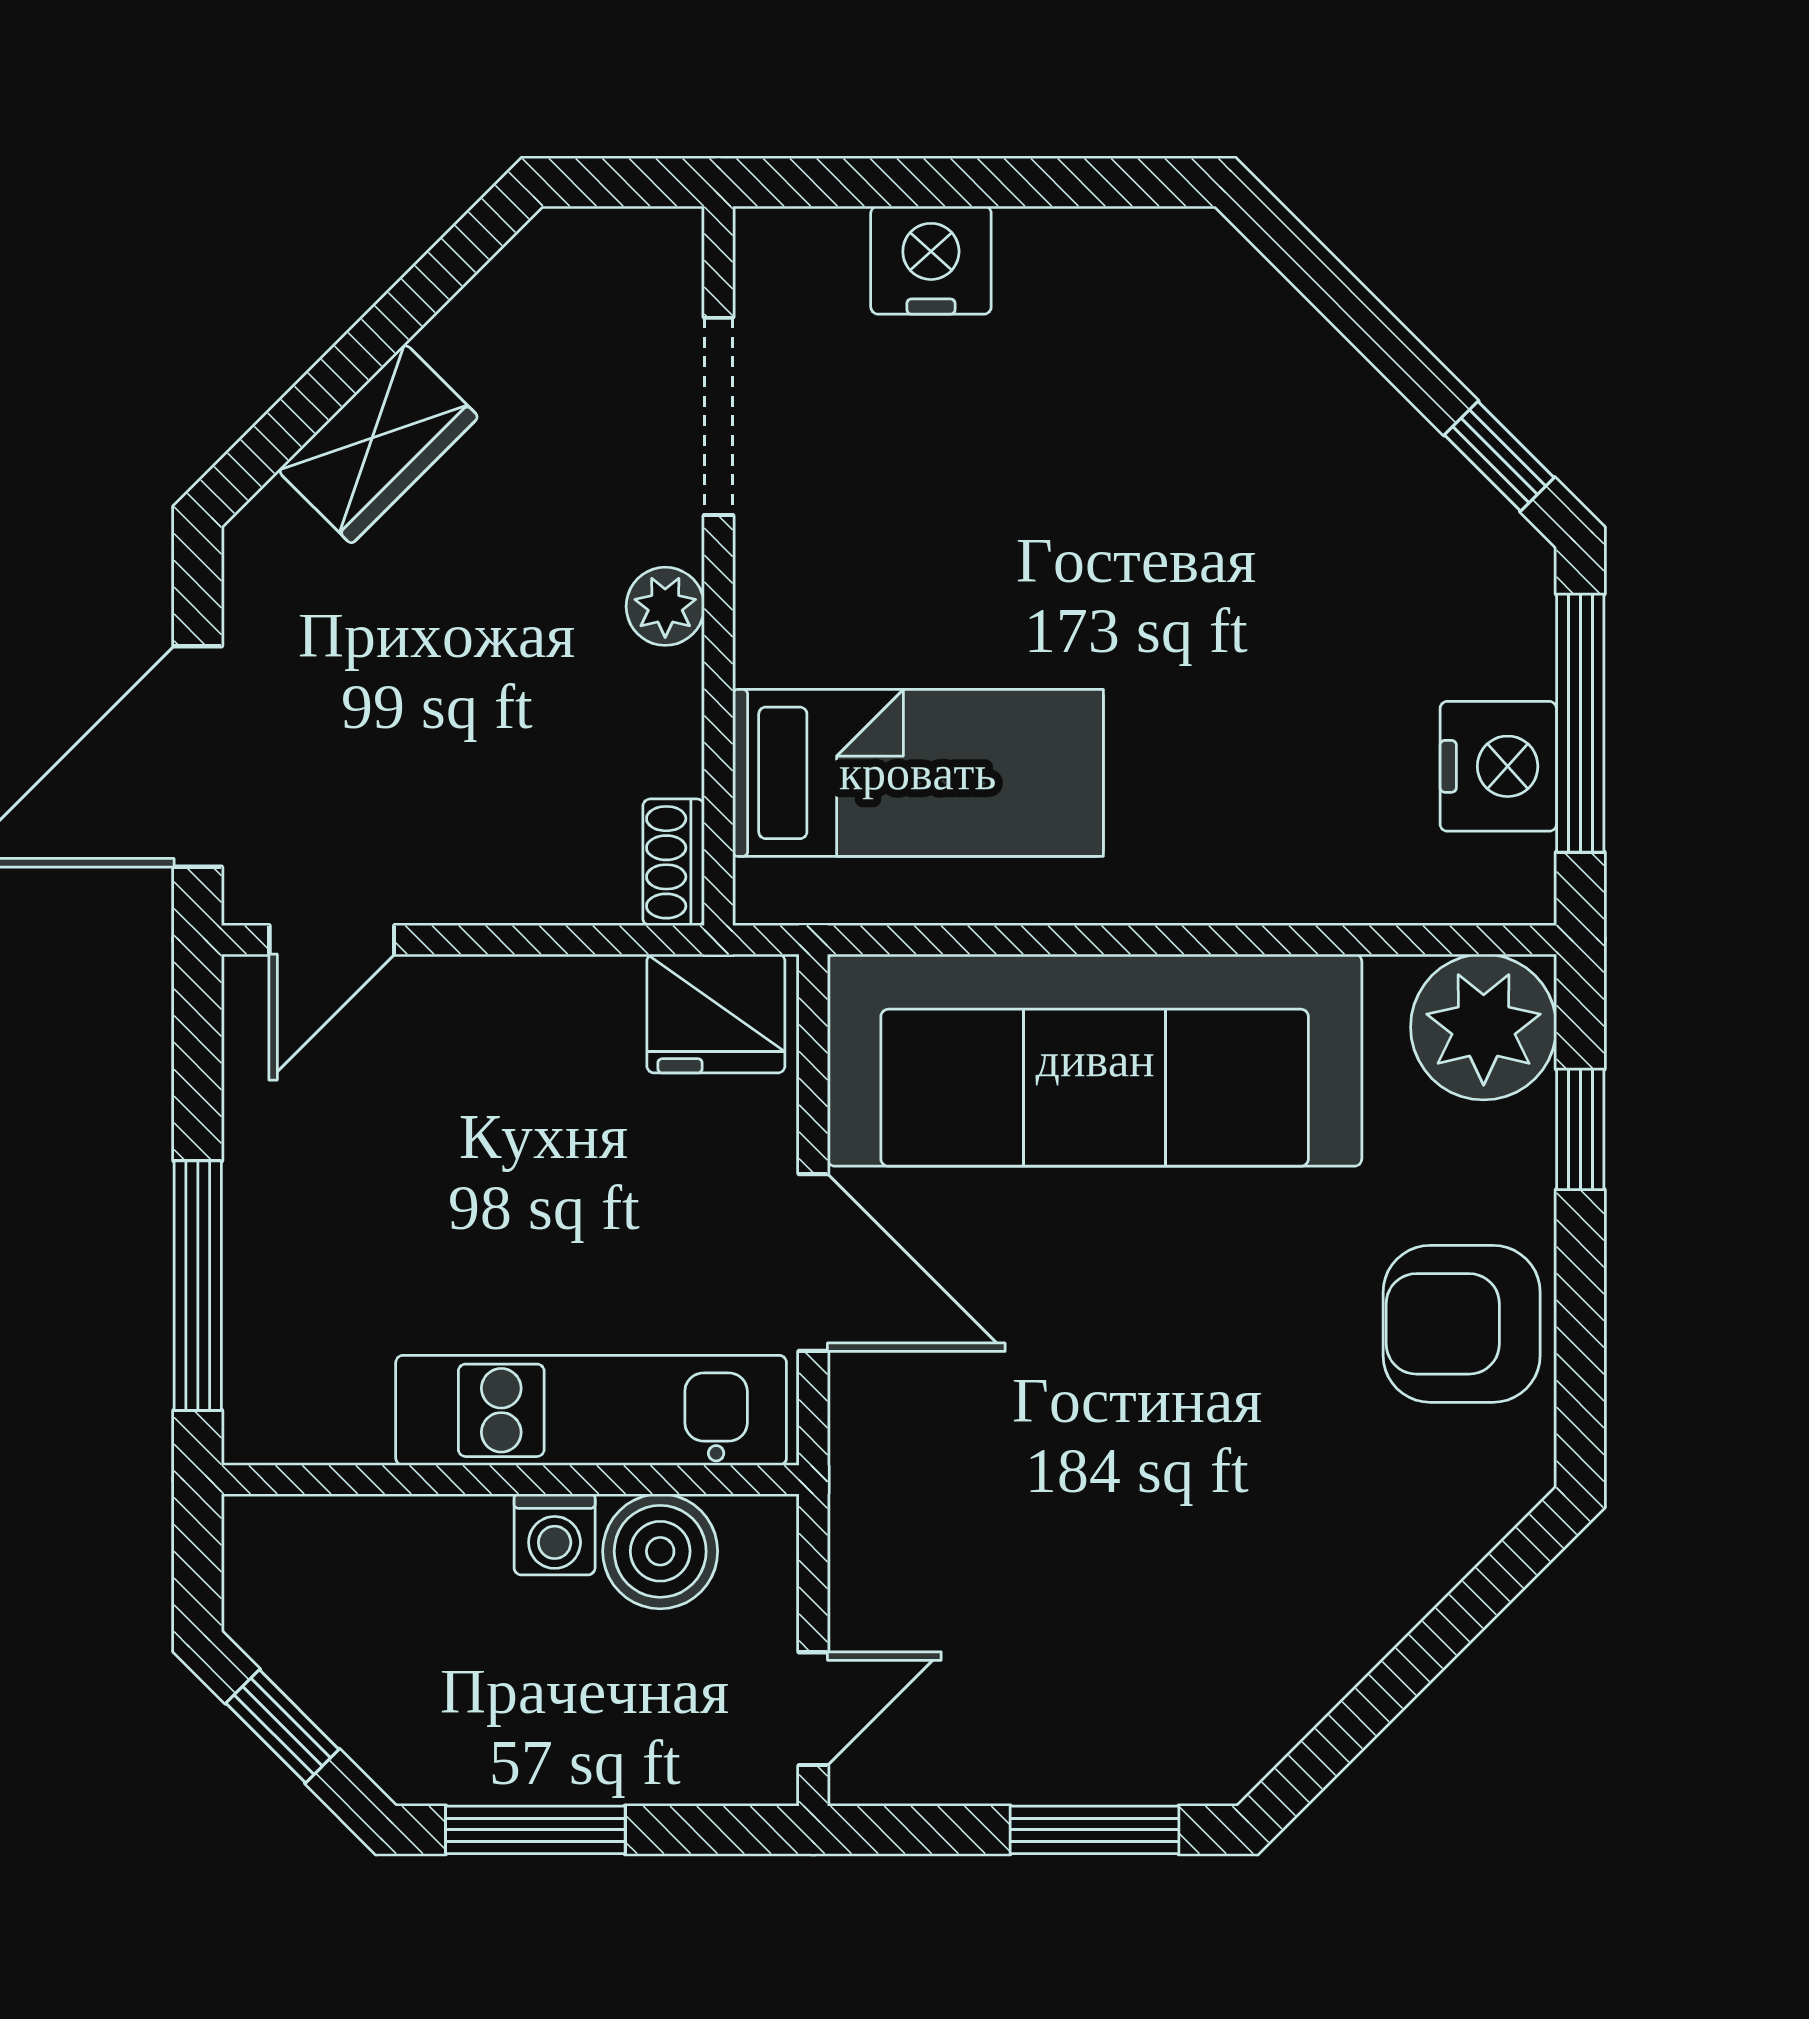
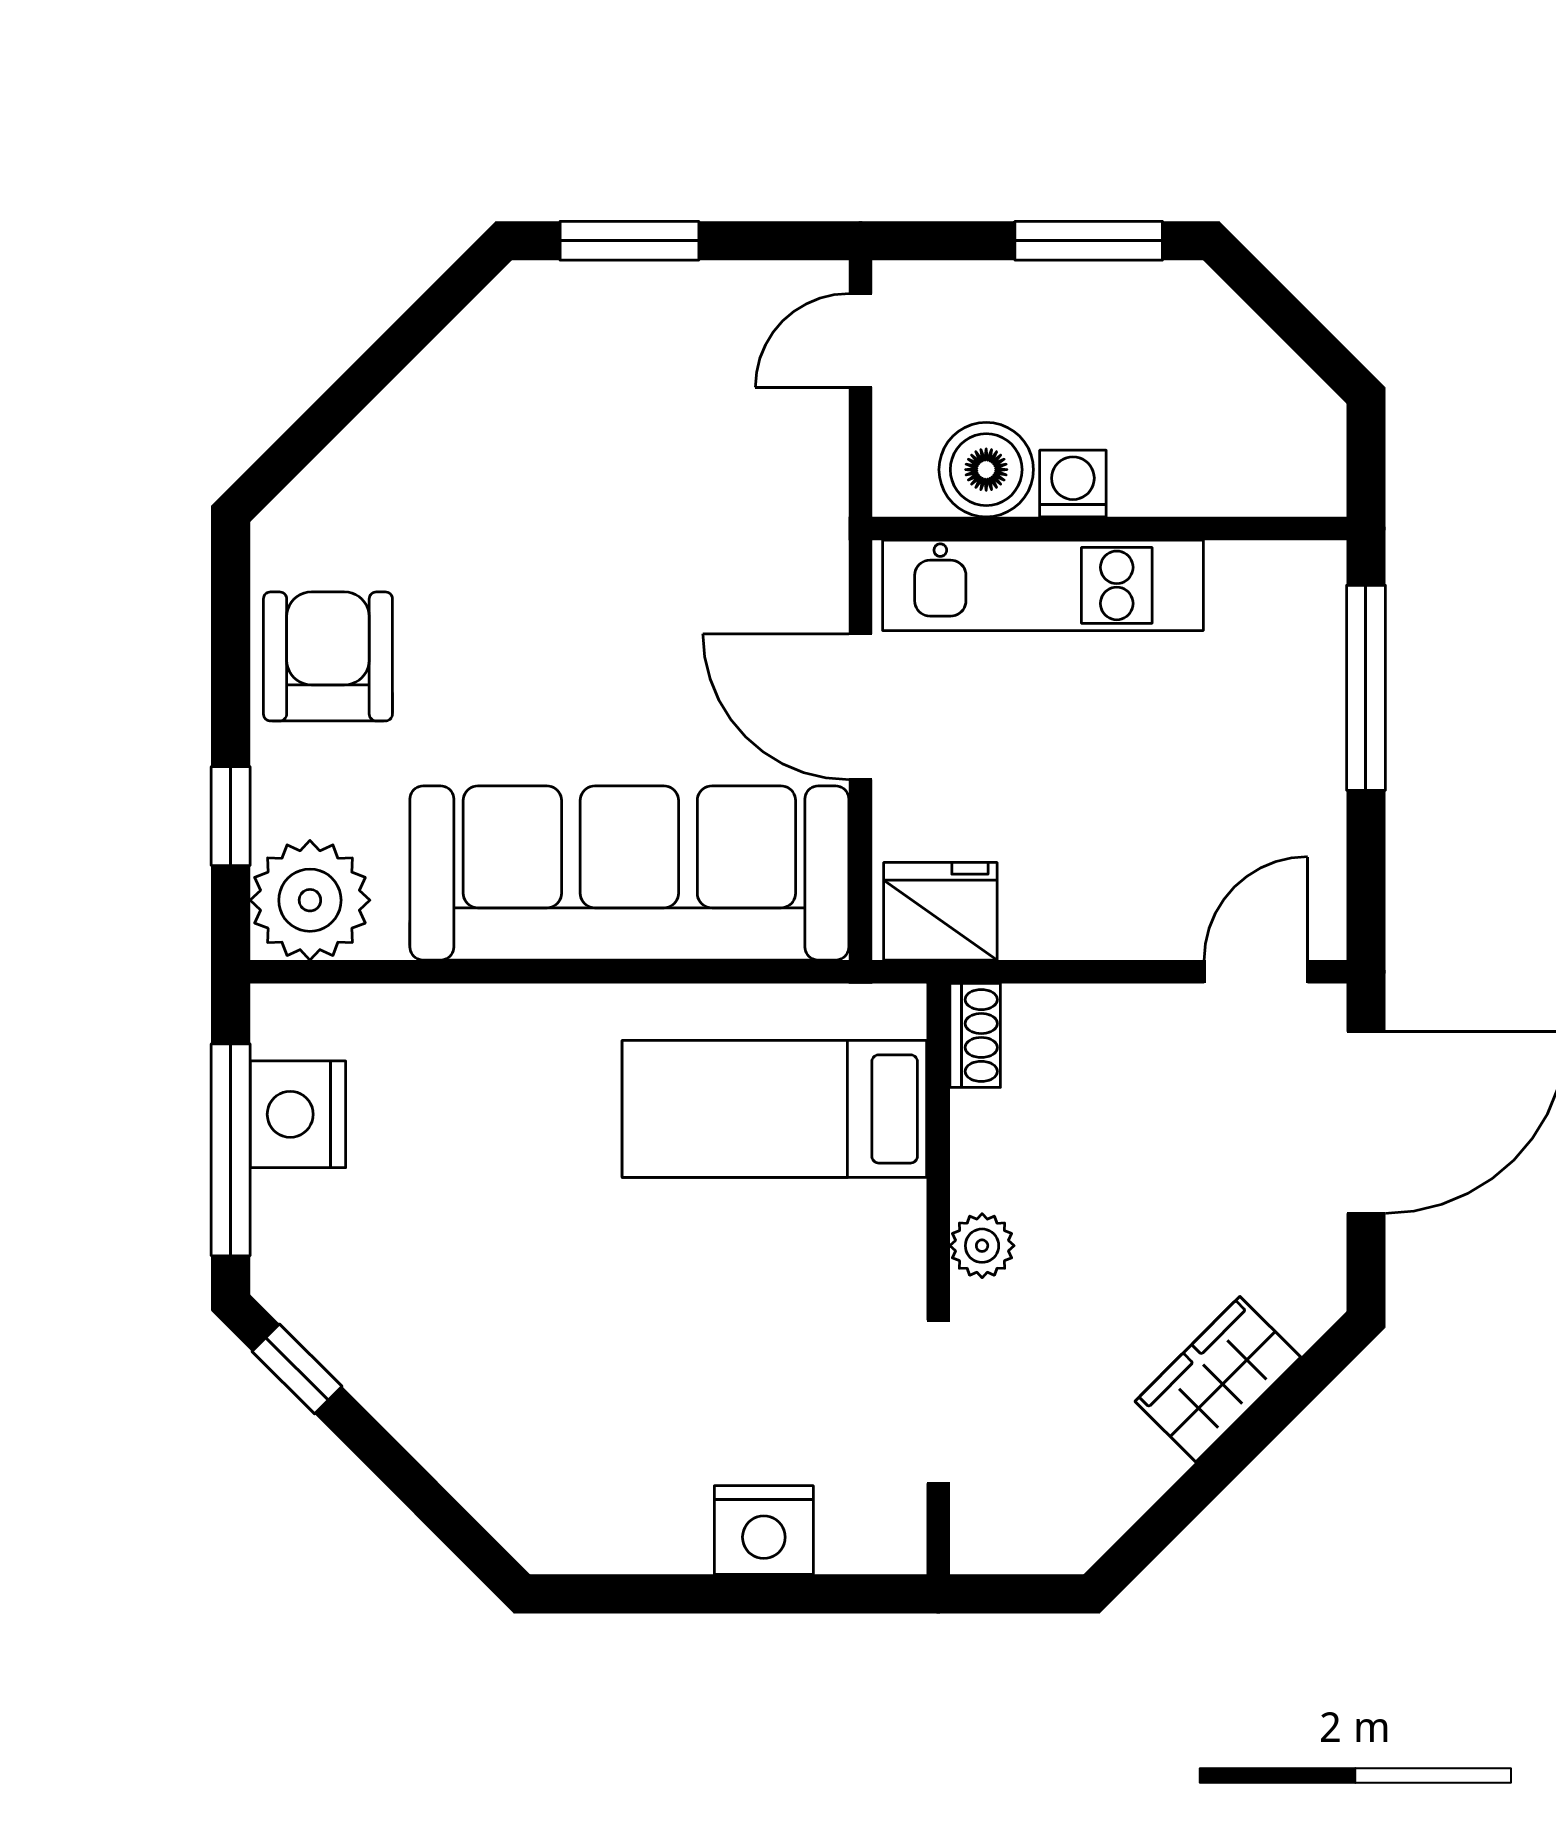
armchair: (1462, 1324) -> (328, 656), turned -90
window: (282, 1726) -> (1296, 326), removed

